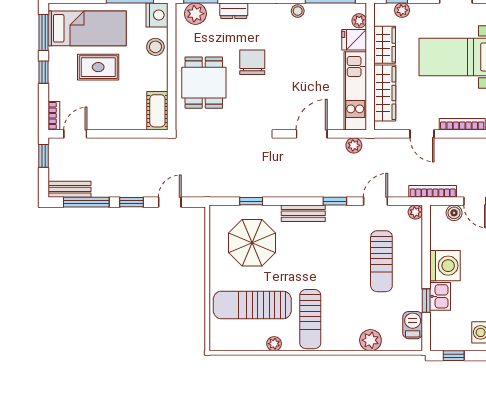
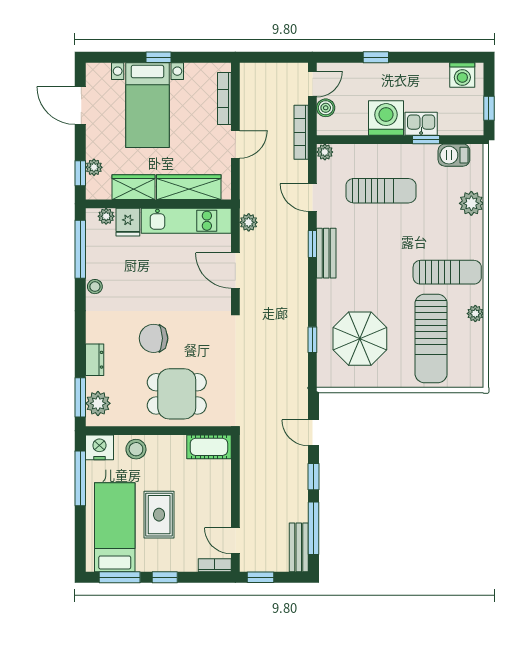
bench: (303, 213) -> (326, 253), moved

